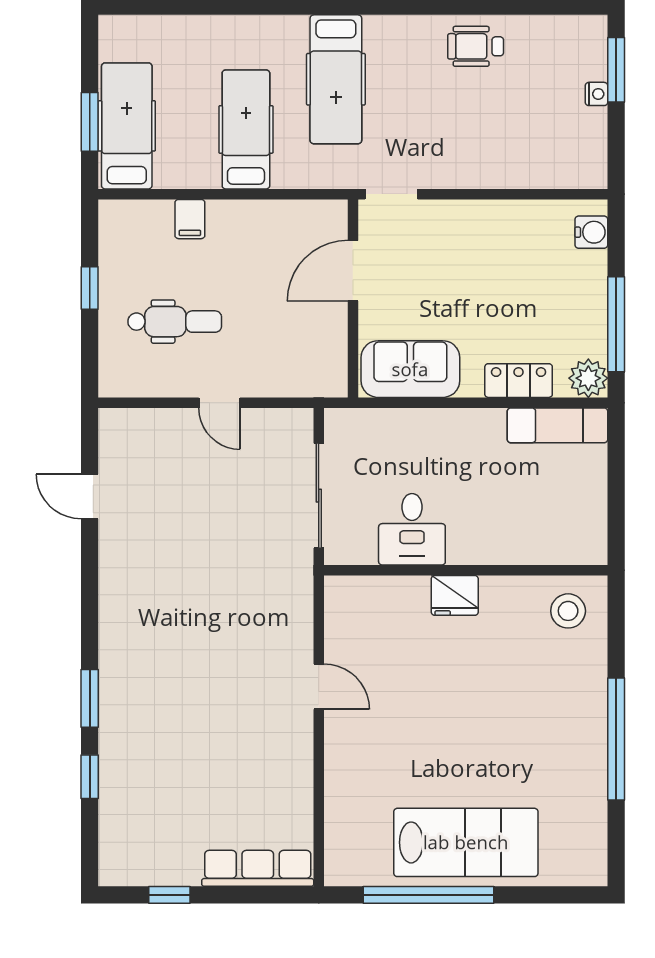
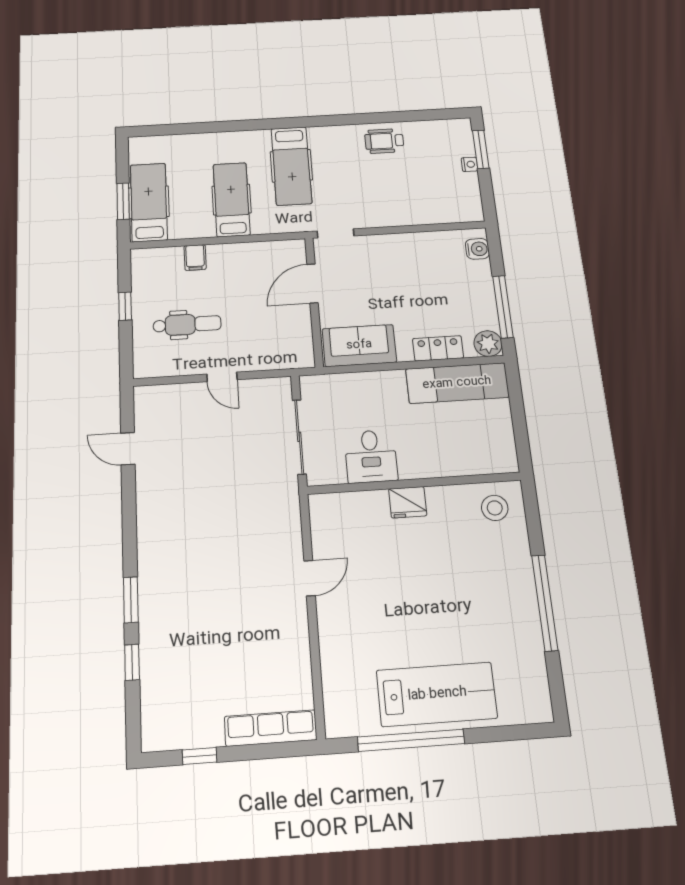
exam couch: (557, 425) -> (457, 383), width x1.36, depth x1.45
door: (319, 687) -> (309, 578), hinge flipped

